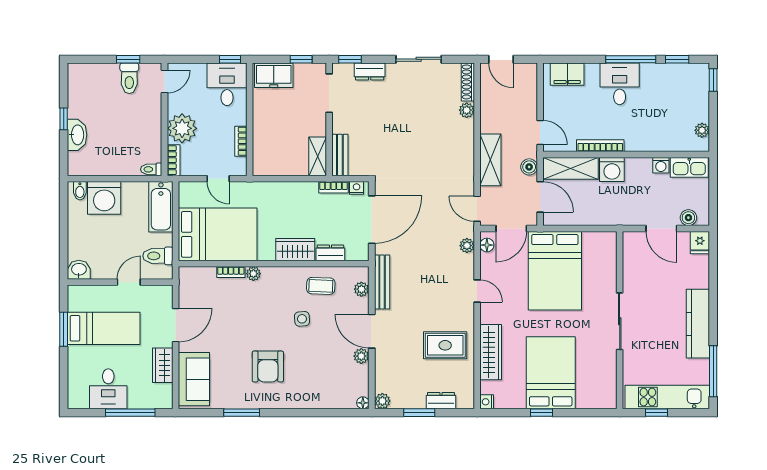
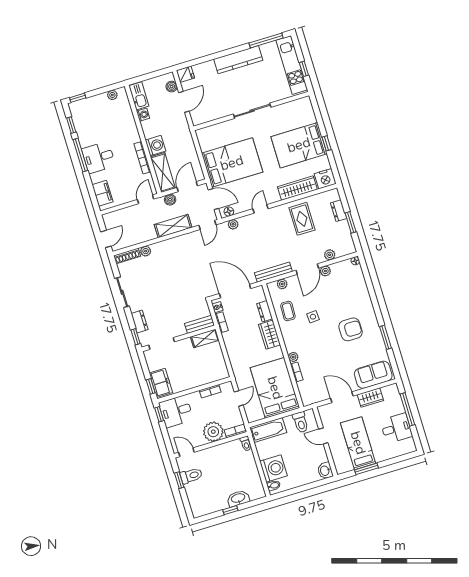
window: (301, 59) -> (151, 386), moved
plant: (382, 401) -> (330, 255), moved
nightstand: (487, 402) -> (325, 179), width x1.89, depth x1.79

